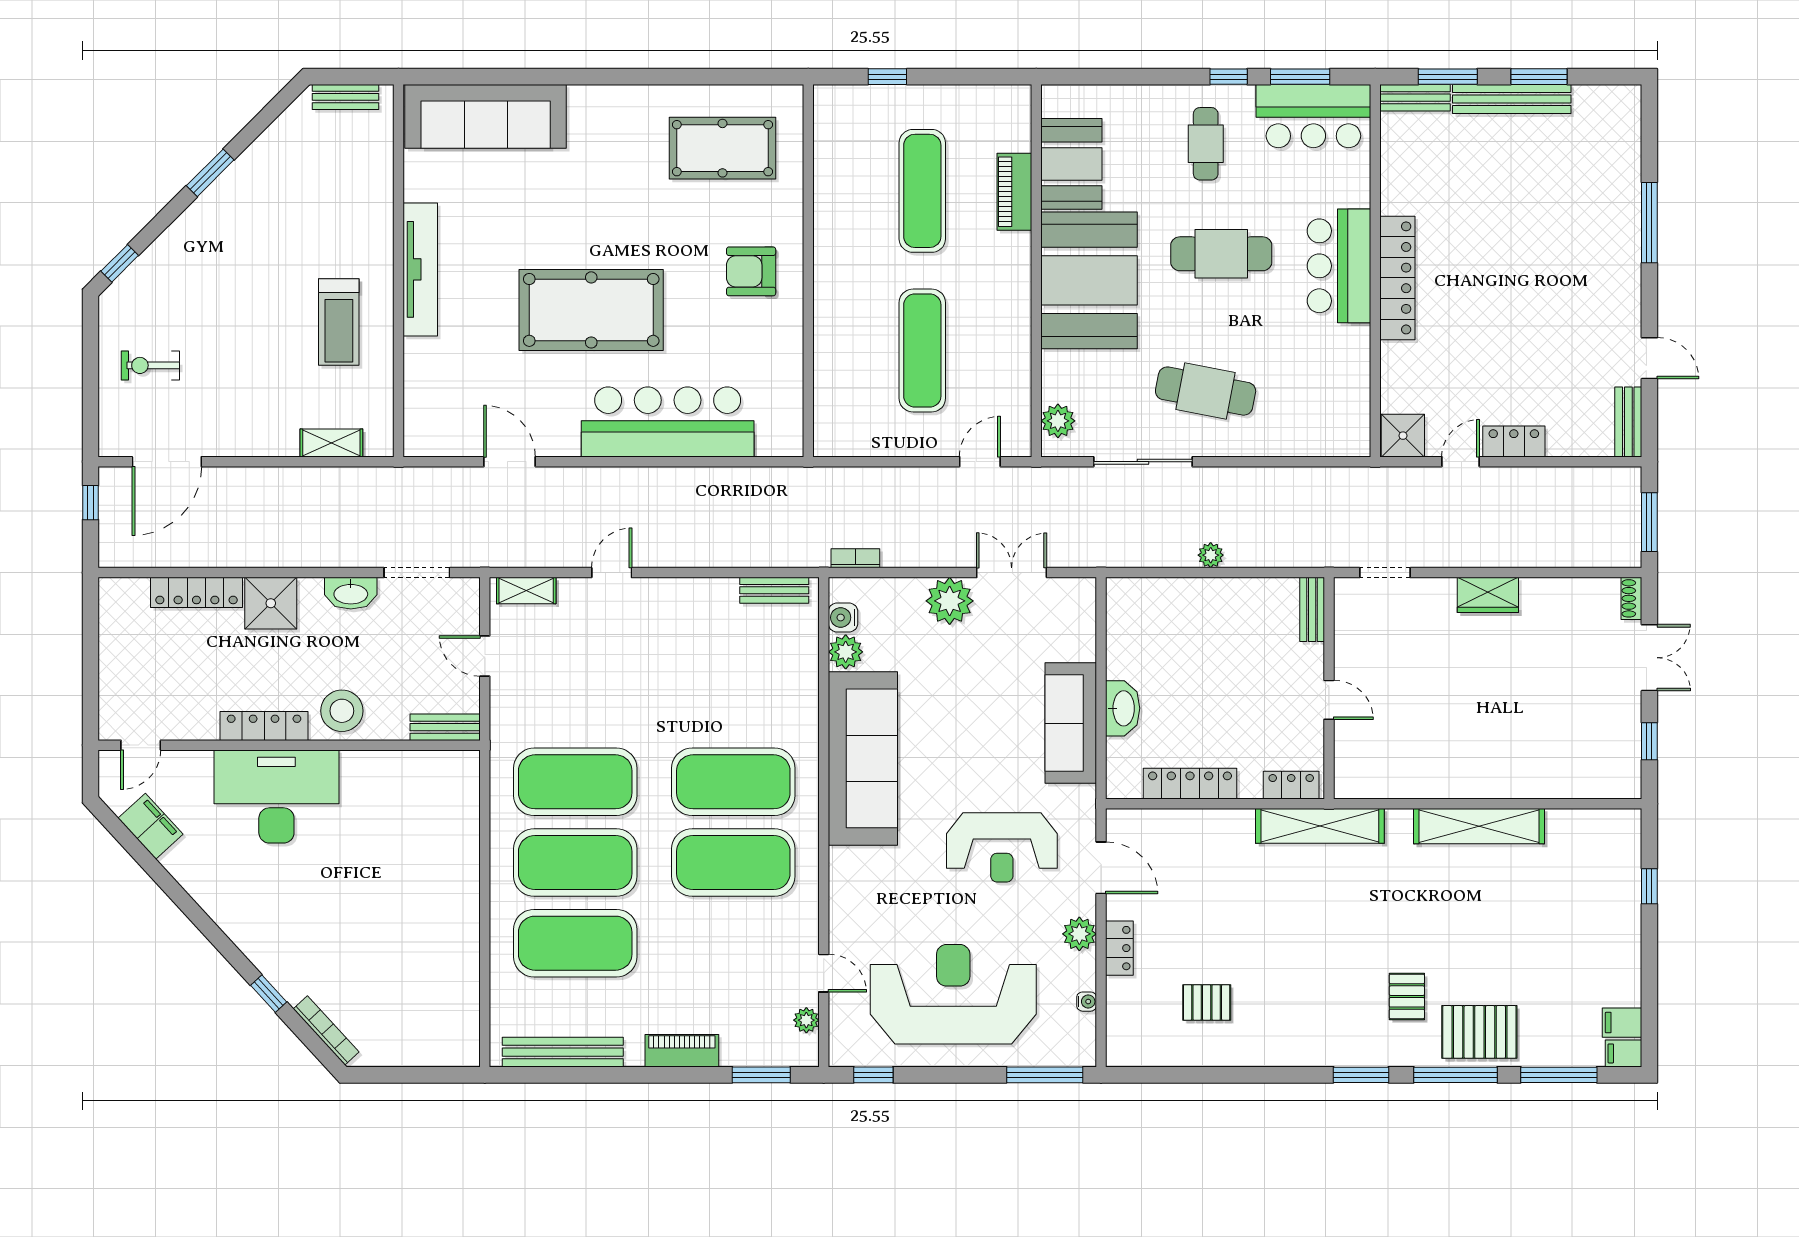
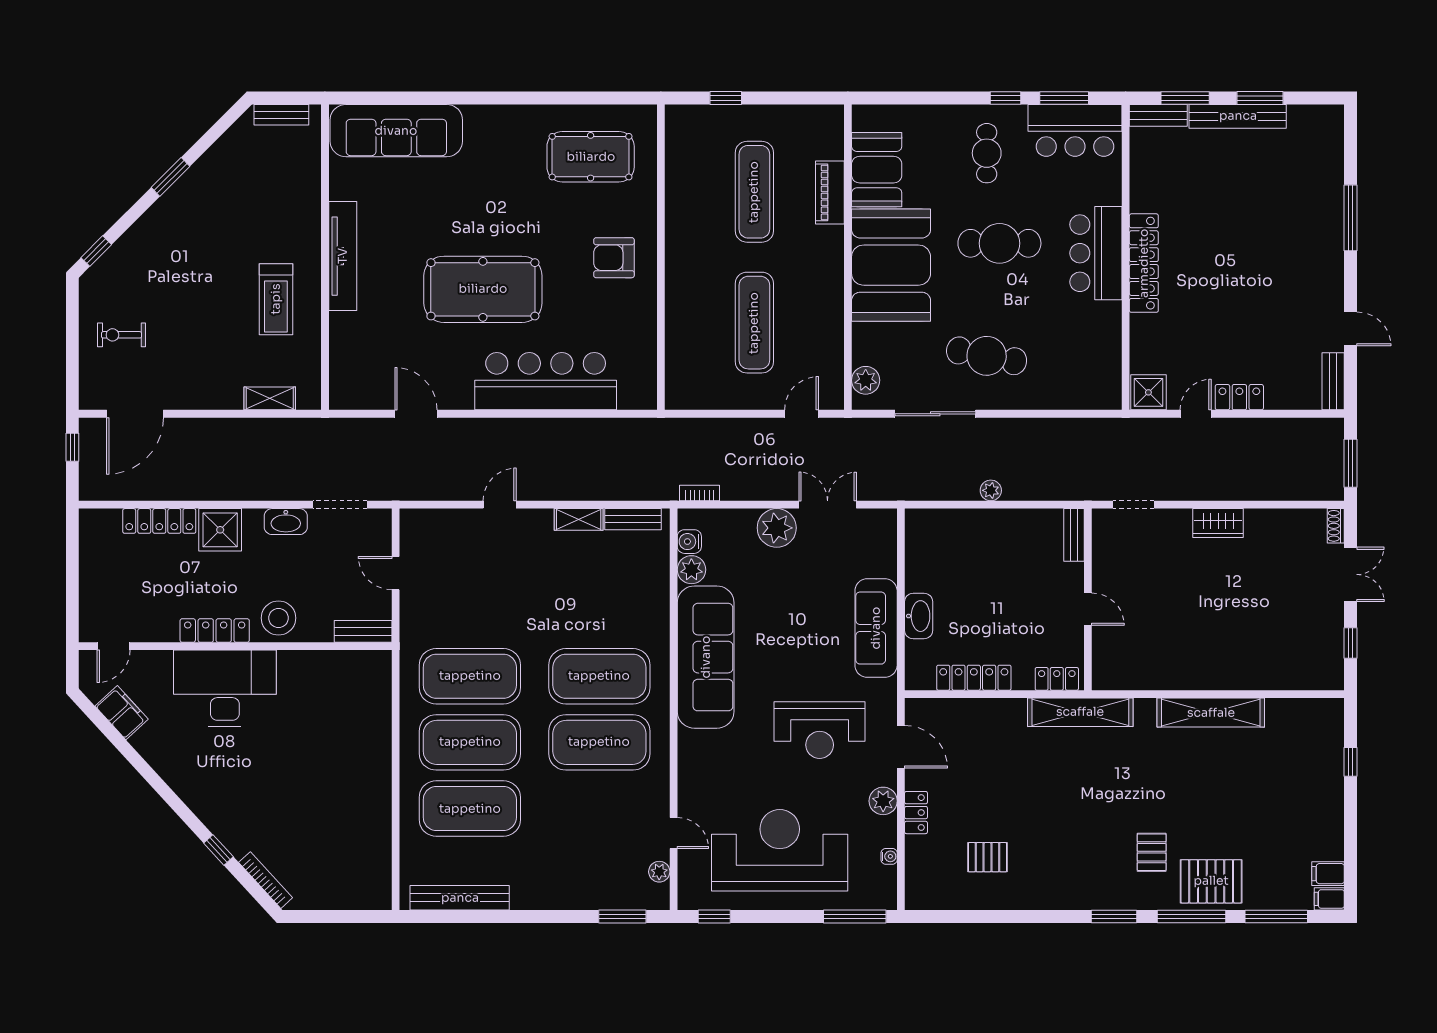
shelving: (526, 591) -> (579, 519), moved
piano: (682, 1051) -> (557, 897), removed

